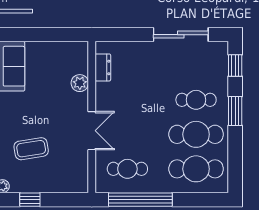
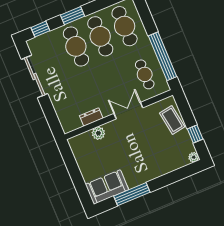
dresser: (103, 67) -> (91, 117), moved
cafe table: (196, 100) -> (76, 46), width x1.37, depth x1.35
coffee table: (31, 149) -> (172, 120), moved

